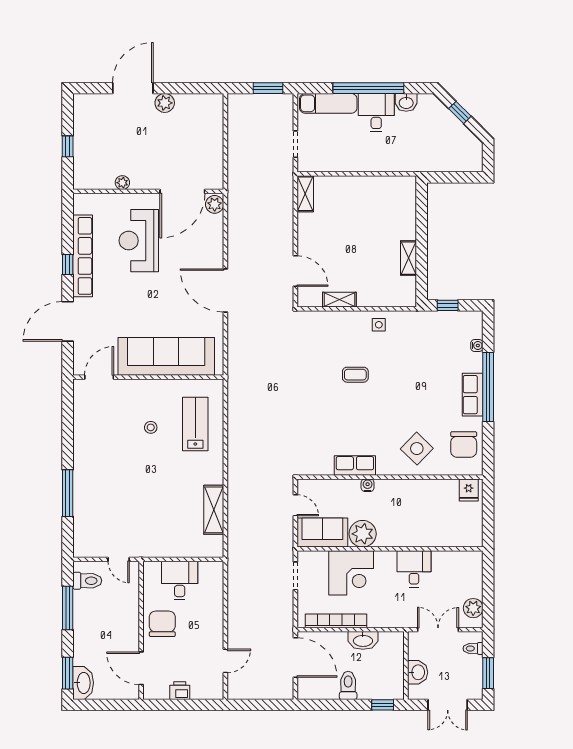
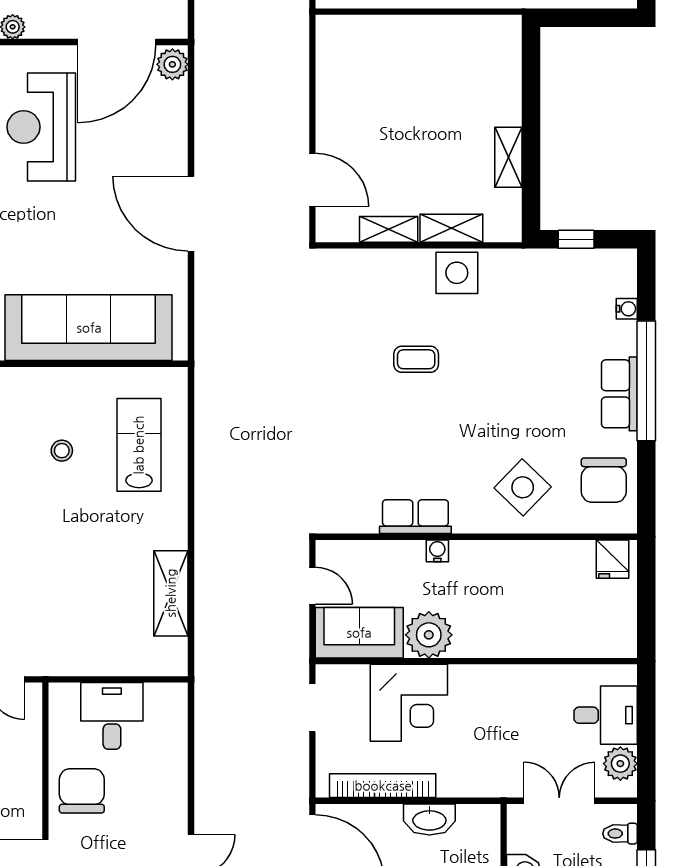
shelving: (305, 194) -> (451, 228), moved, turned 90
side table: (379, 325) -> (457, 273), width x1.87, depth x1.87
desk: (414, 569) -> (606, 715), moved, turned 90

